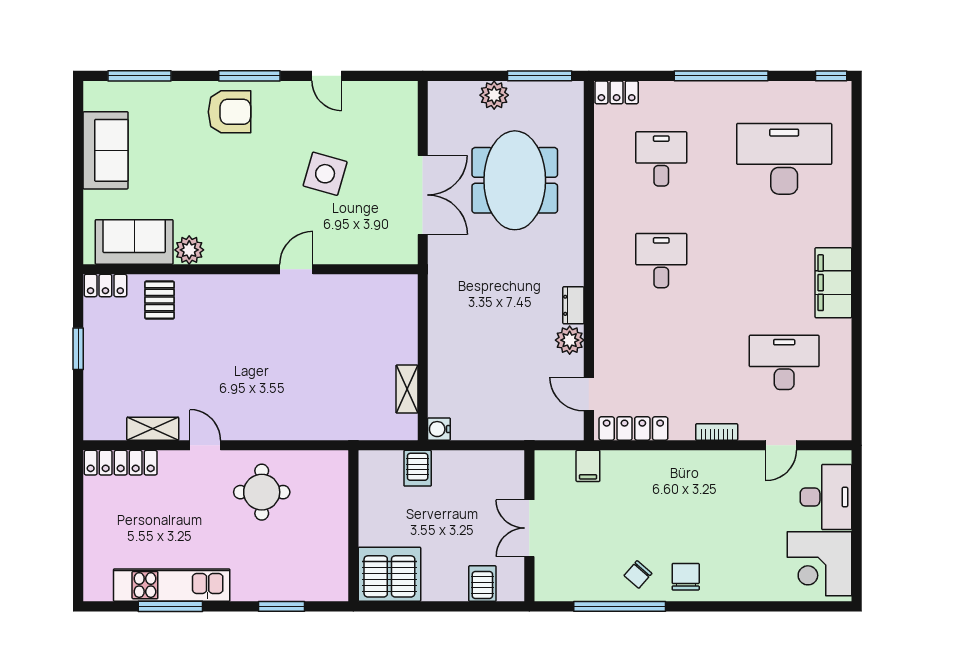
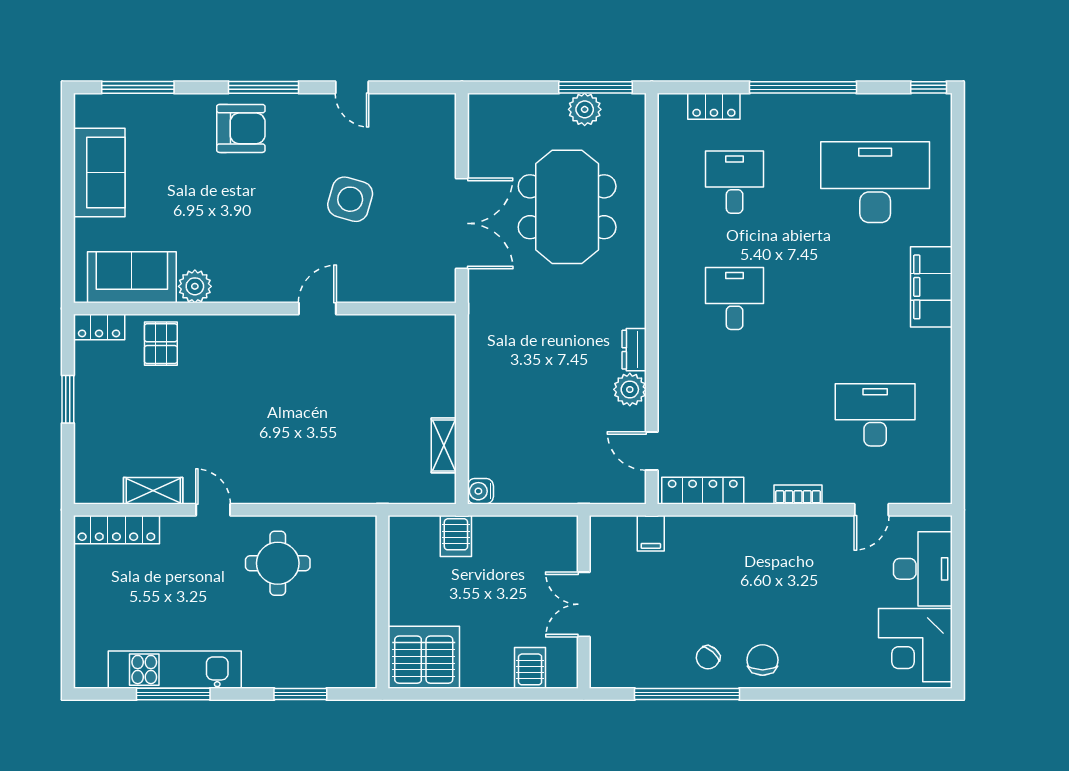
locker: (617, 92) -> (714, 106), moved
plant: (494, 95) -> (585, 109), moved
filing cabinet: (833, 283) -> (931, 287), moved

